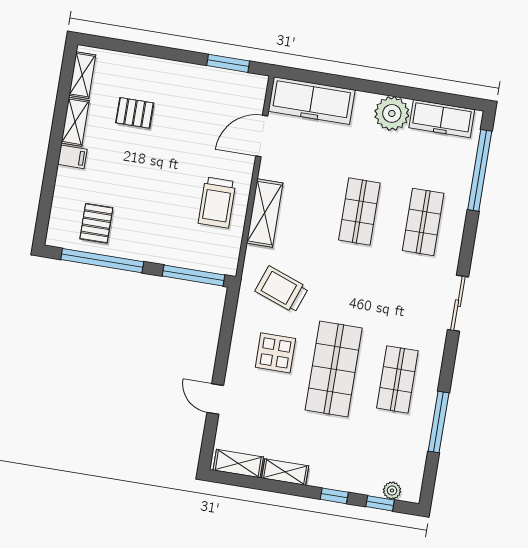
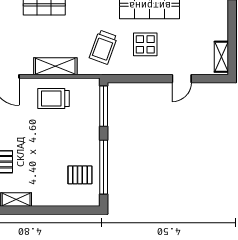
filing cabinet: (72, 157) -> (39, 198), removed
trolley: (217, 202) -> (53, 99), turned 180
shelving: (285, 472) -> (222, 25), removed

